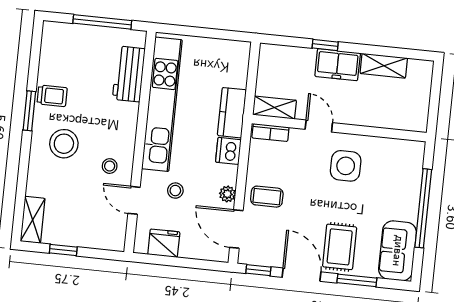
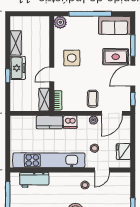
plant: (413, 152) -> (60, 22), added

